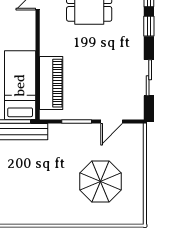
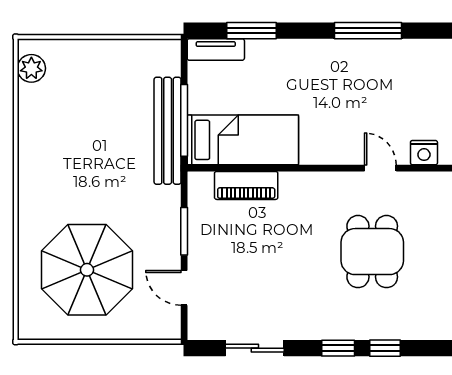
piano: (51, 83) -> (246, 185), width x0.73, depth x0.75
parasol: (100, 182) -> (87, 270), width x1.36, depth x1.36

